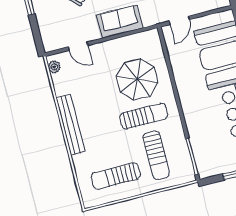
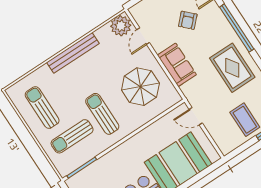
plant: (54, 67) -> (121, 26), width x1.87, depth x1.87
parasol: (137, 79) -> (140, 87), moved
sun lounger: (144, 116) -> (102, 114), turned 180

